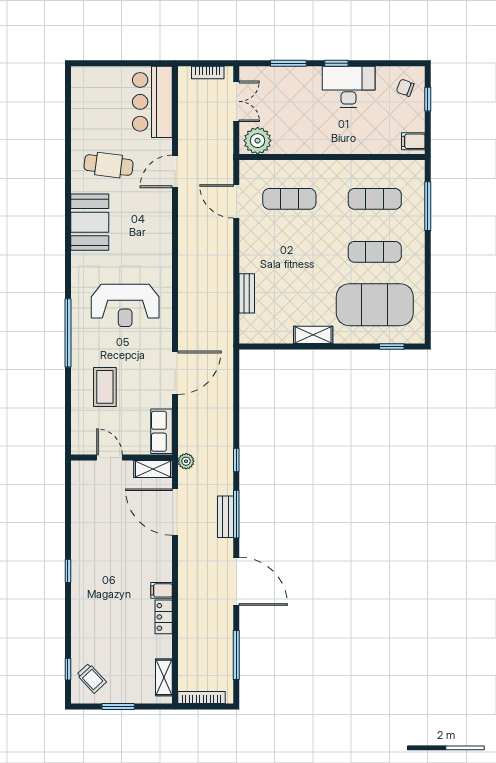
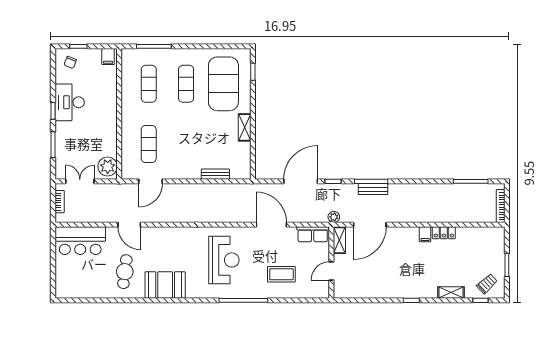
door: (236, 581) -> (301, 181), moved
shelving: (164, 677) -> (451, 292), moved

